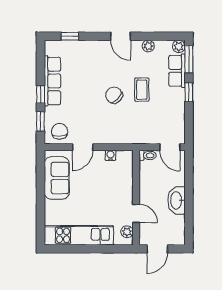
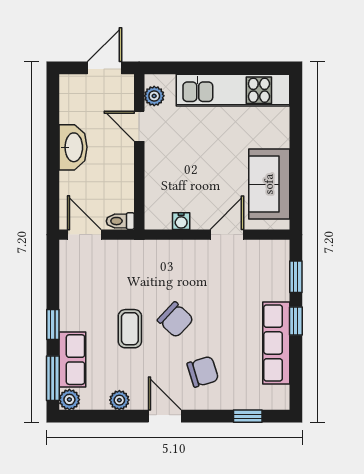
chair: (60, 131) -> (203, 372), moved, turned -107

